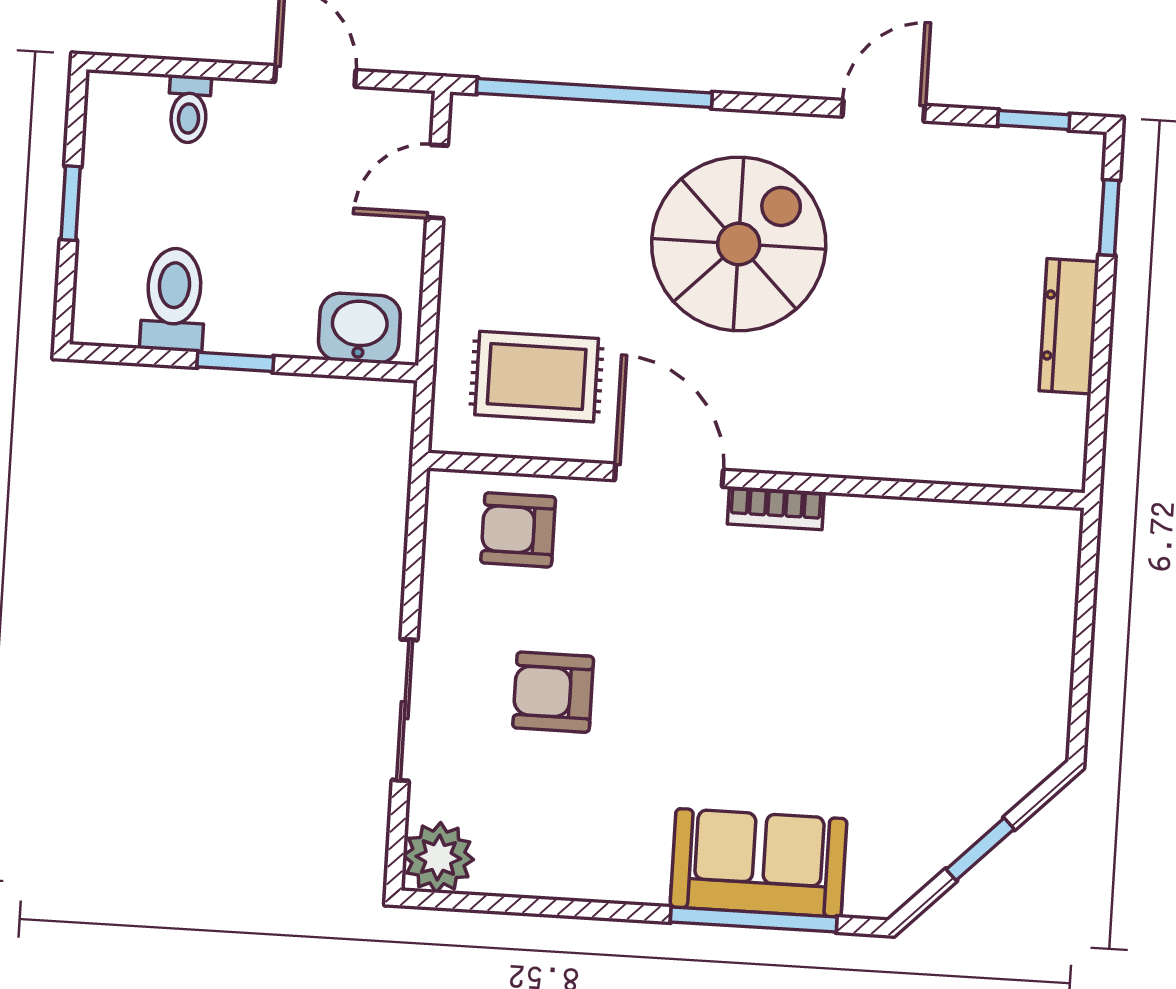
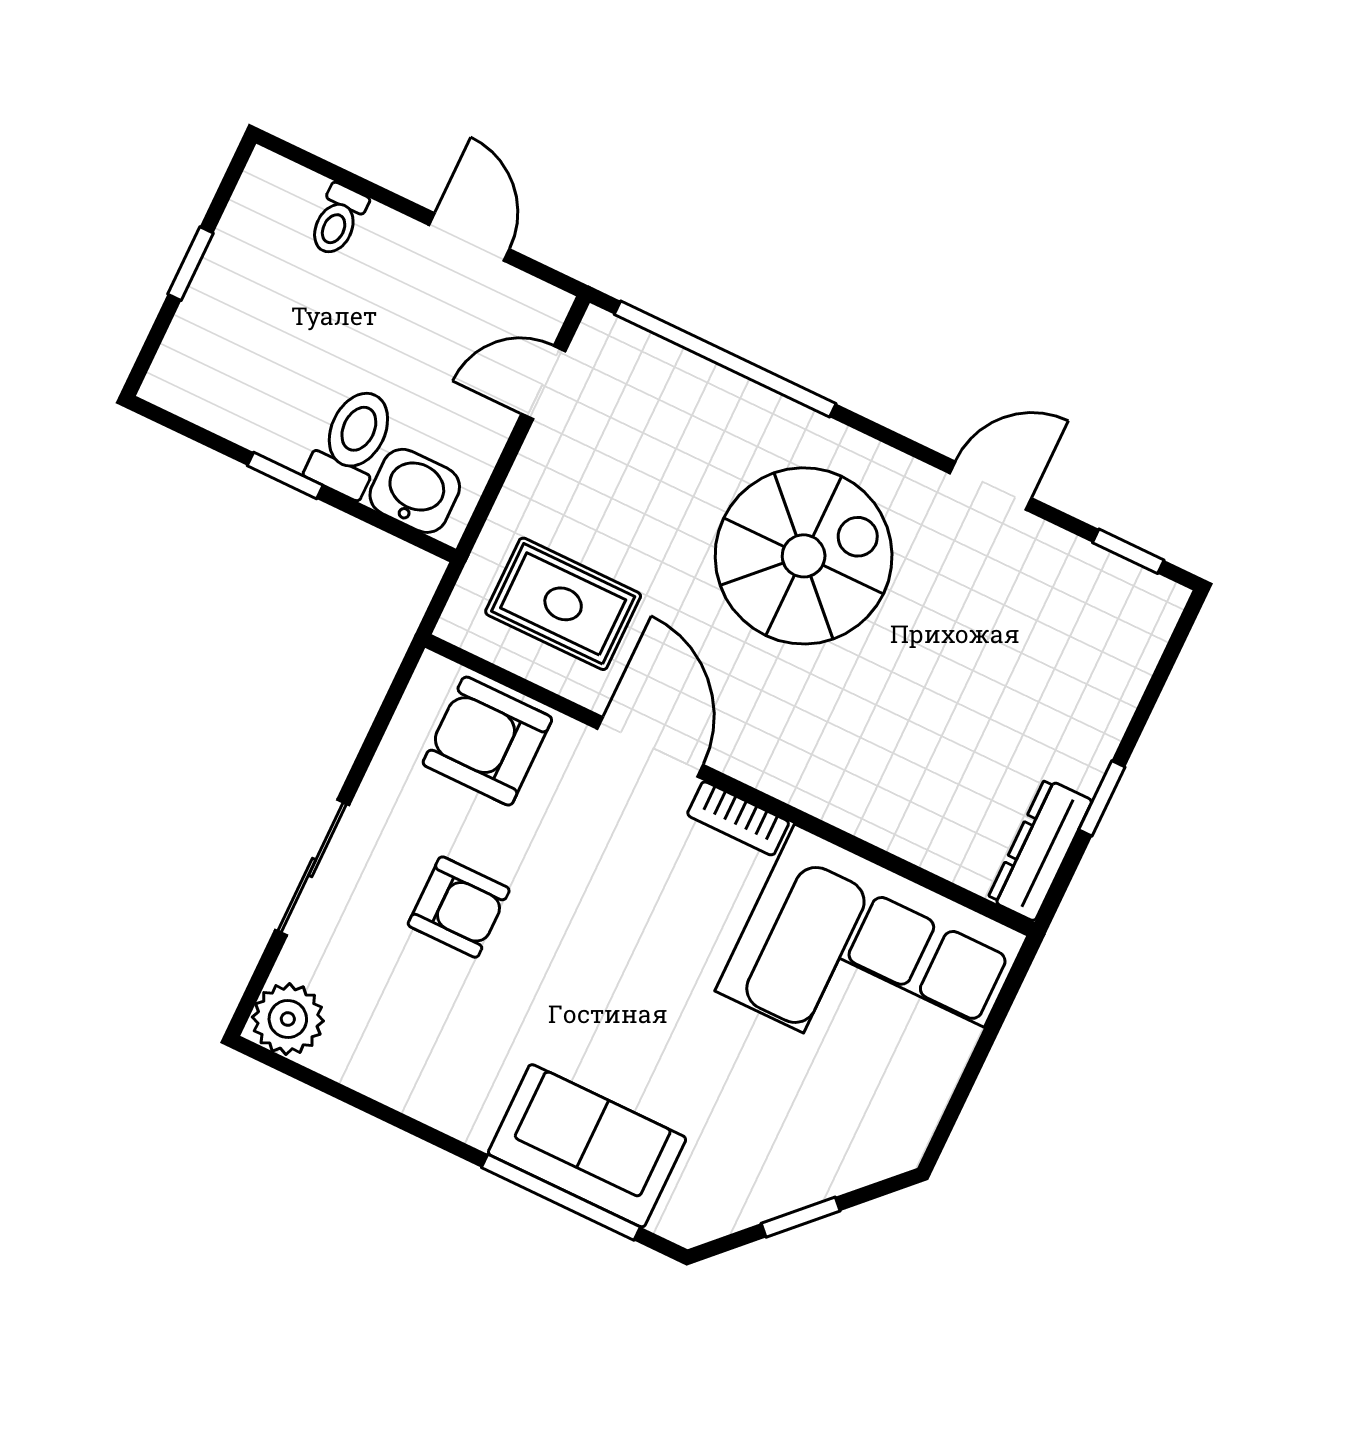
window: (1109, 218) -> (1102, 798), moved
toilet: (174, 299) -> (353, 442), moved
dresser: (1069, 326) -> (1040, 850), moved
armchair: (518, 530) -> (487, 741), width x1.38, depth x1.38
corner sofa: (951, 591) -> (871, 963), added
armchair: (553, 692) -> (459, 907), turned 180

